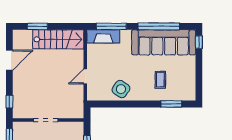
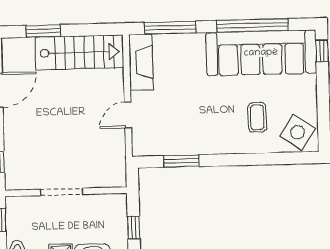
fireplace: (103, 36) -> (141, 62), moved, turned -90
side table: (121, 89) -> (297, 132), moved
window: (171, 104) -> (181, 161), moved

